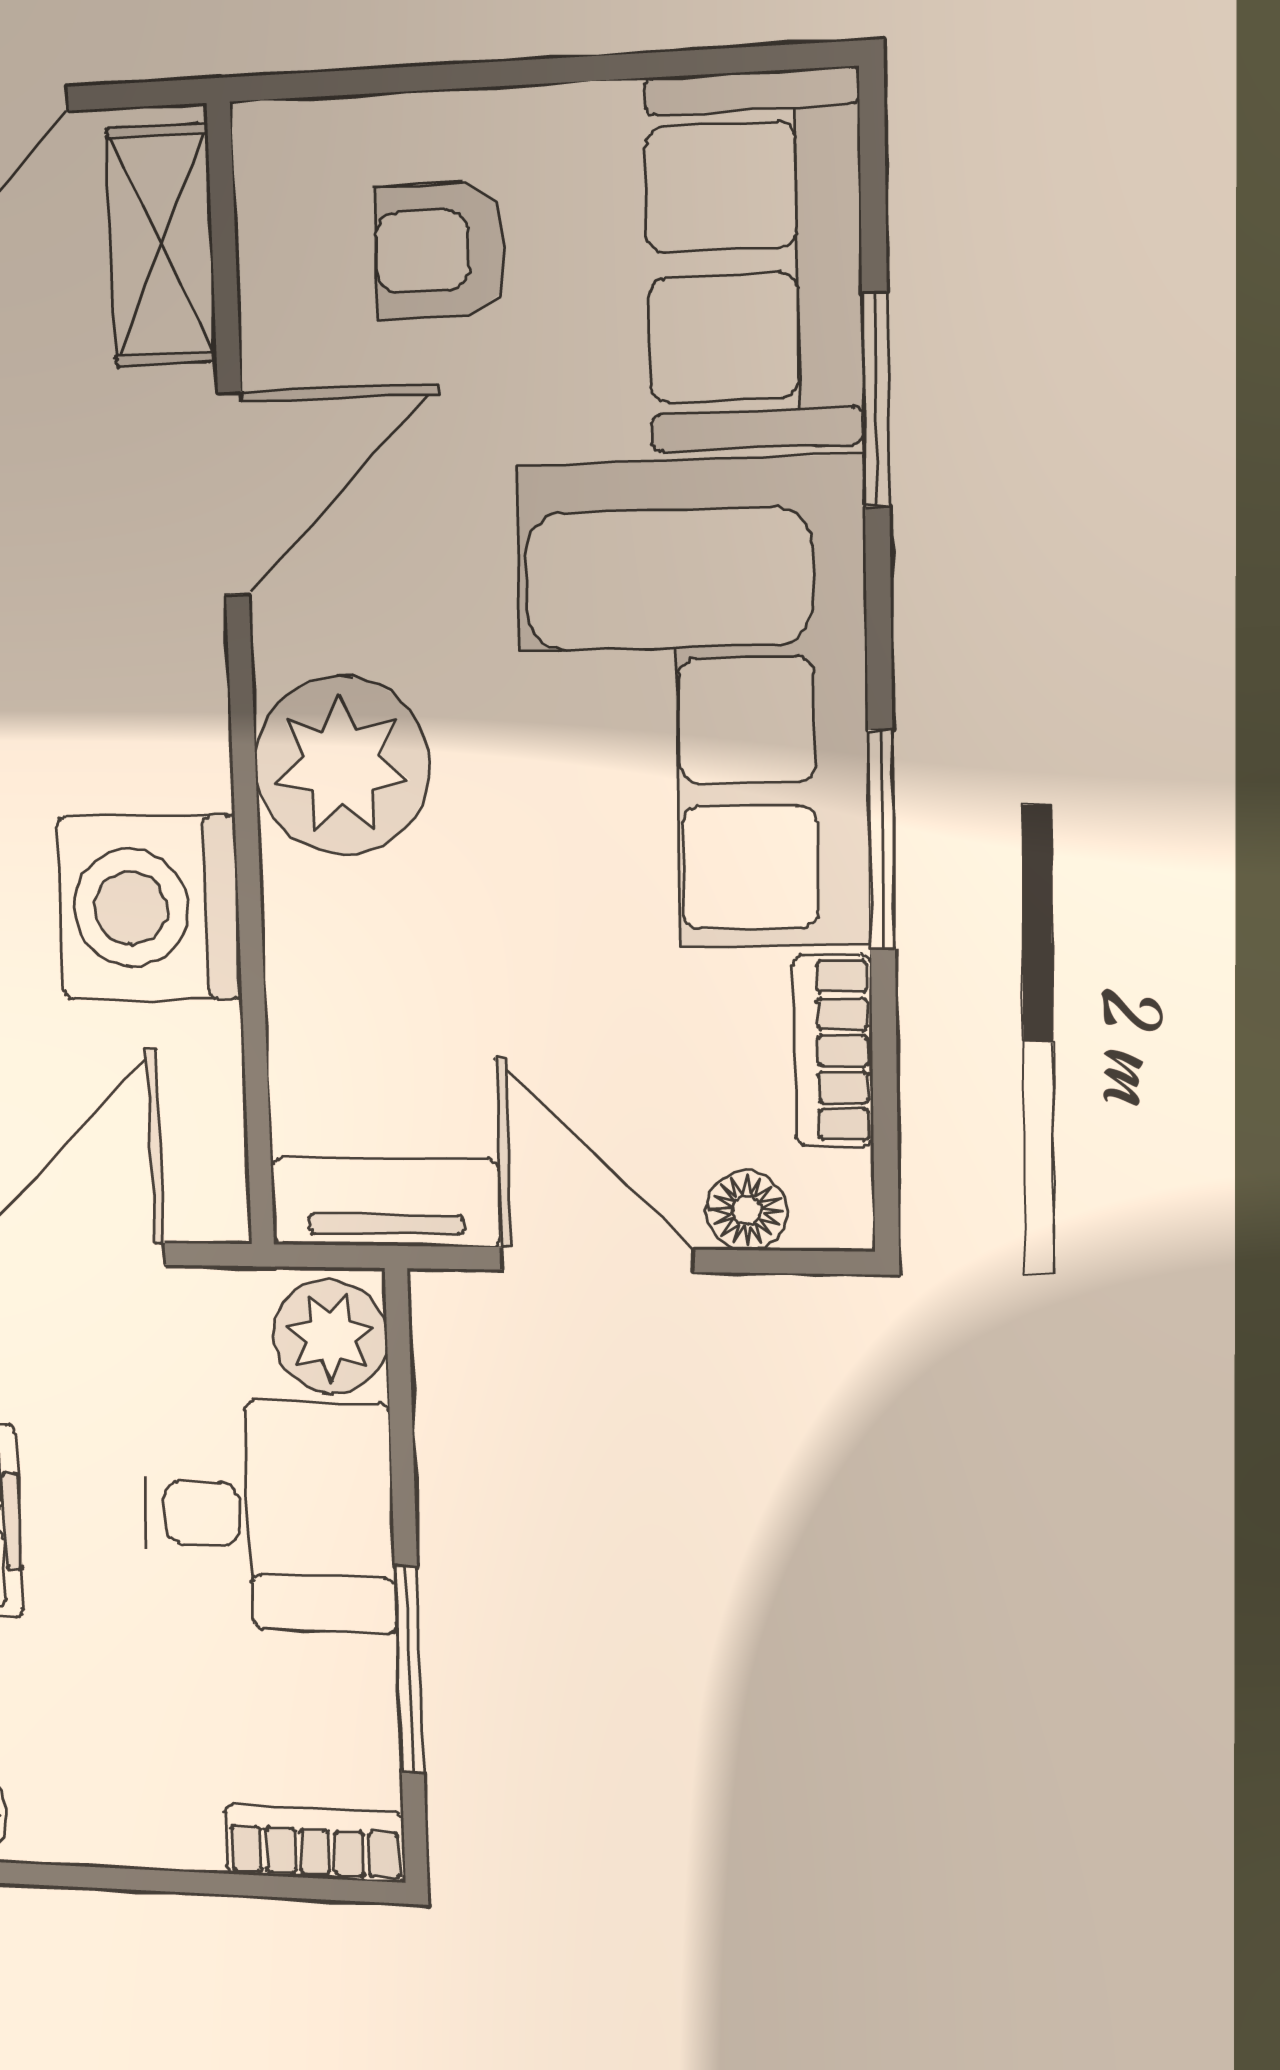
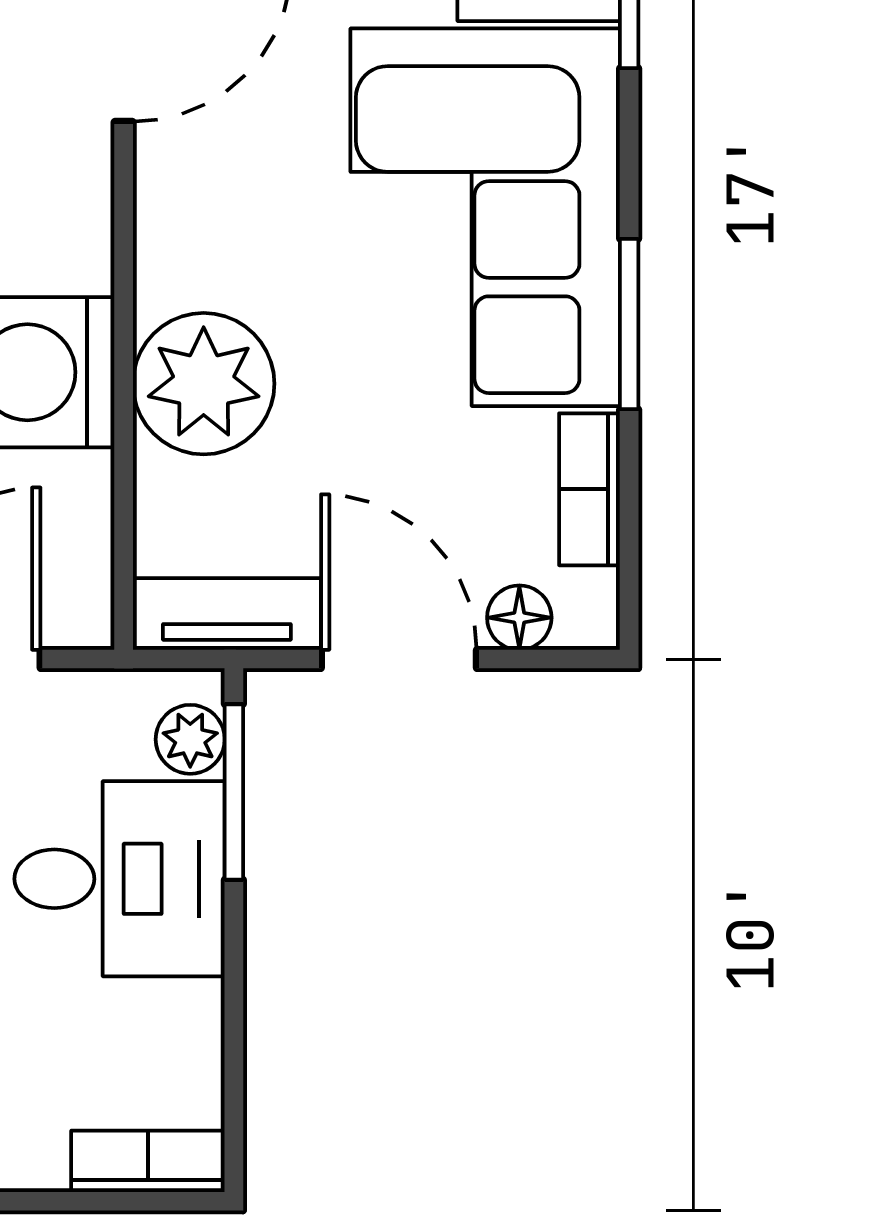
plant: (342, 765) -> (204, 384), moved
plant: (330, 1337) -> (190, 739), width x0.73, depth x0.73
window: (409, 1670) -> (234, 792), moved

